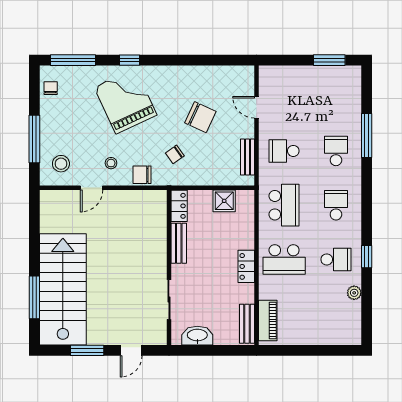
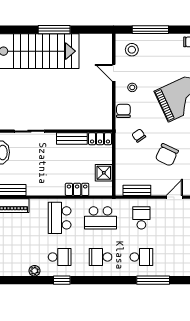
school desk: (336, 205) -> (100, 257), turned 180
school desk: (336, 259) -> (60, 257), turned -90
locker: (246, 266) -> (77, 189), moved
window: (34, 297) -> (54, 30), moved

